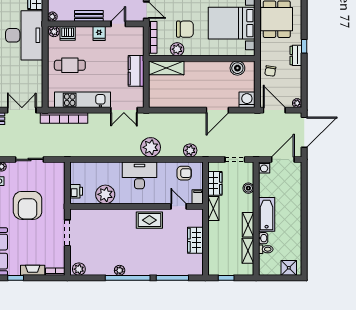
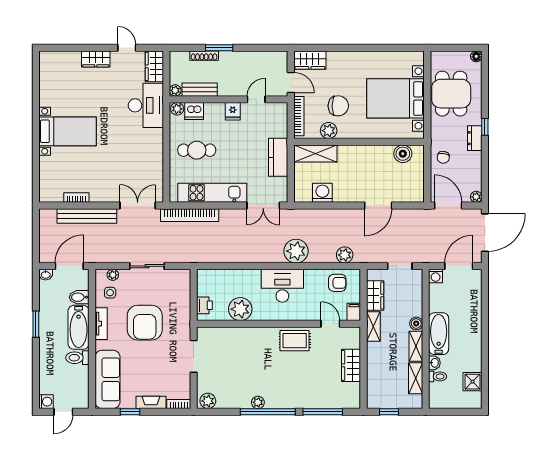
bench: (89, 16) -> (200, 90), moved
desk: (24, 35) -> (146, 105), width x0.73, depth x0.77
washing machine: (247, 100) -> (322, 193), moved
boiler: (248, 188) -> (416, 324), moved
shower: (289, 268) -> (472, 382), moved

